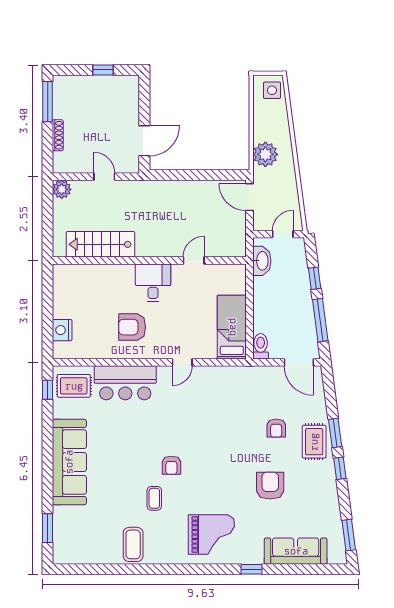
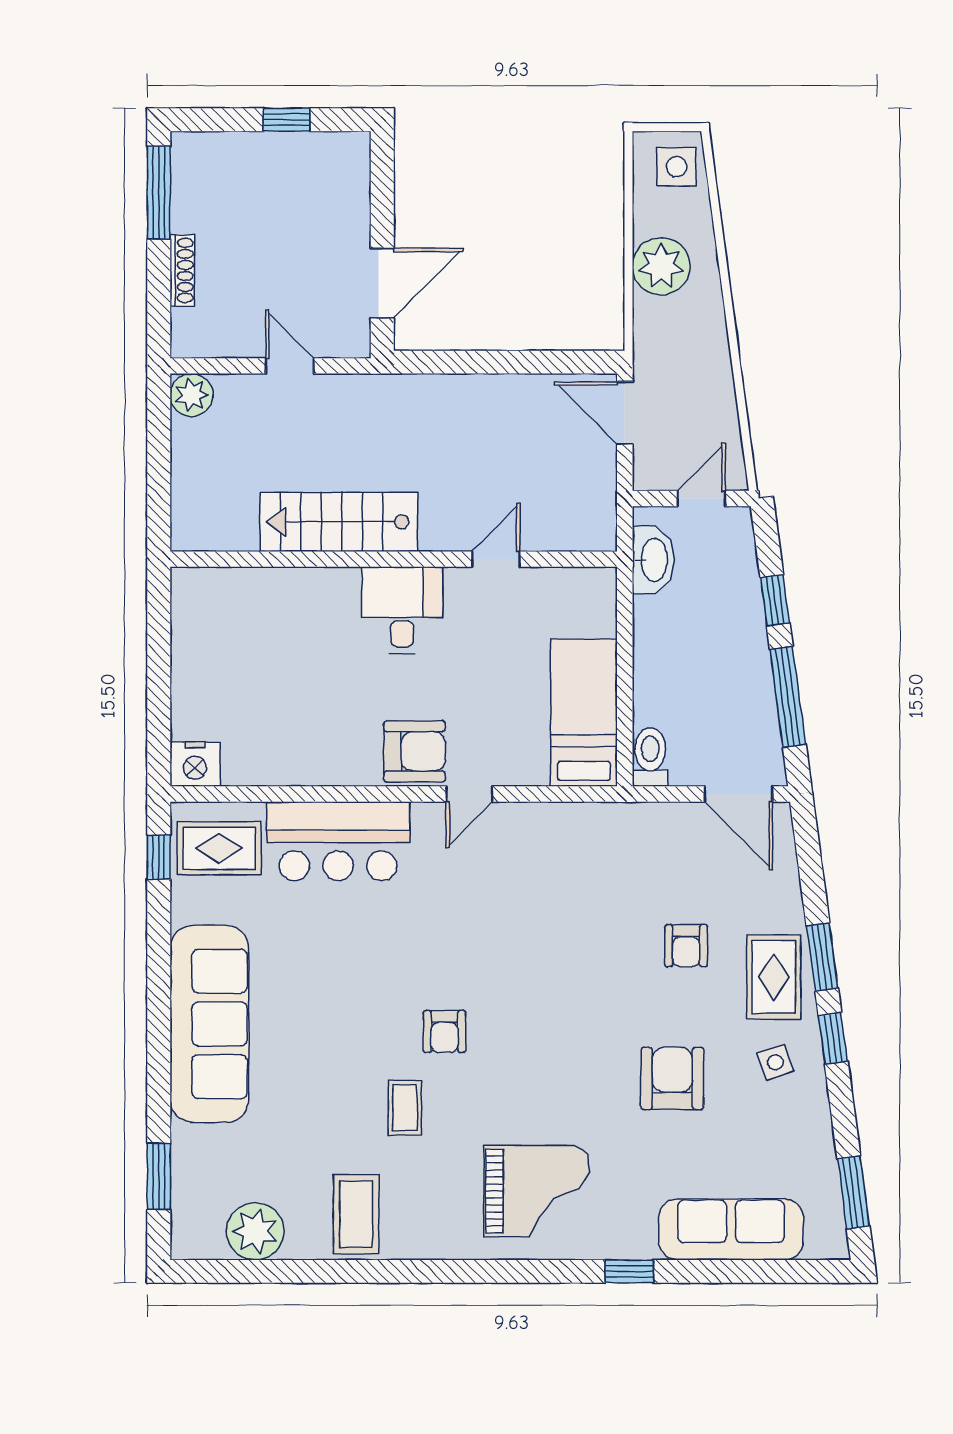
plant: (265, 154) -> (661, 266), moved
stairs: (100, 244) -> (339, 522), moved
armchair: (132, 327) -> (415, 751), moved, turned 180
nightstand: (62, 330) -> (195, 764), moved, turned -90
side table: (315, 479) -> (775, 1062), added
plant: (89, 552) -> (255, 1231), added

